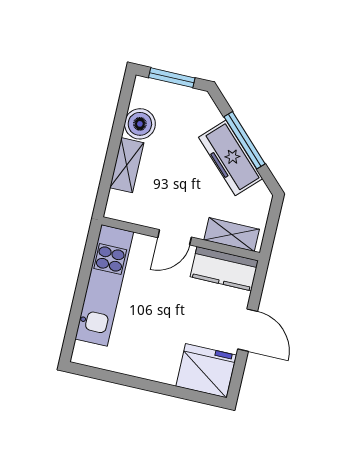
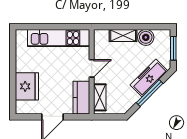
freezer: (231, 158) -> (149, 78), moved
door: (175, 237) -> (92, 68), swing flipped
fridge: (206, 371) -> (27, 86), moved

